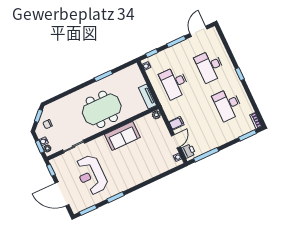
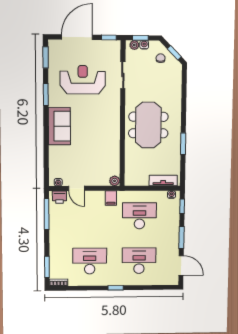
tv unit: (148, 96) -> (163, 181), moved
filing cabinet: (177, 123) -> (111, 198), moved
sofa: (122, 136) -> (59, 126), moved, turned 180

